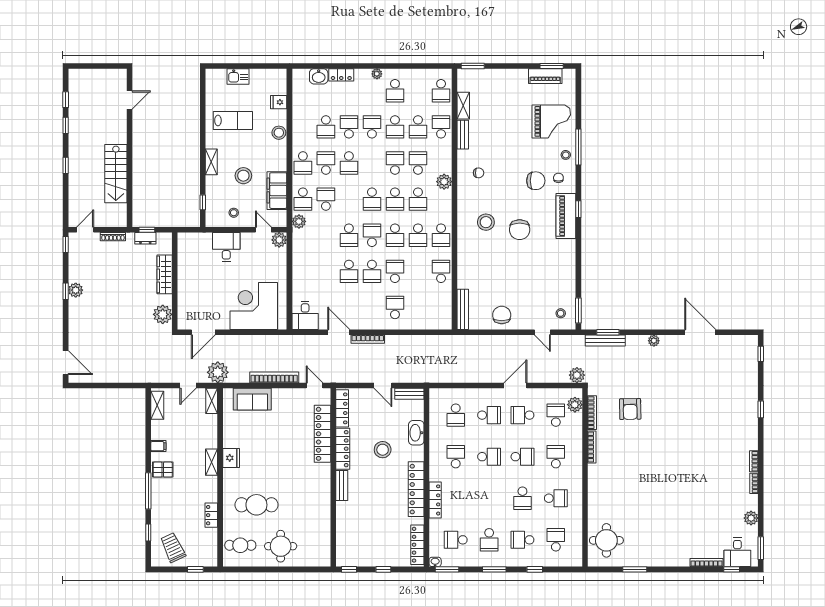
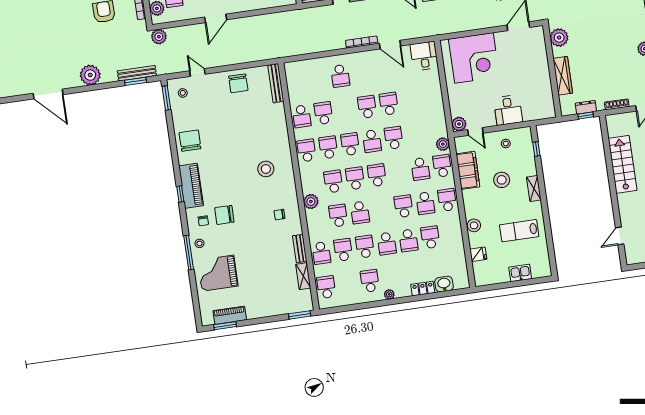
school desk: (418, 163) -> (338, 216), turned 180
chair: (520, 230) -> (190, 141), moved
school desk: (395, 271) -> (323, 113), moved, turned 180
plant: (654, 341) -> (90, 75), width x1.87, depth x1.87

